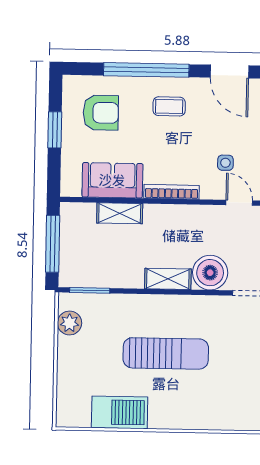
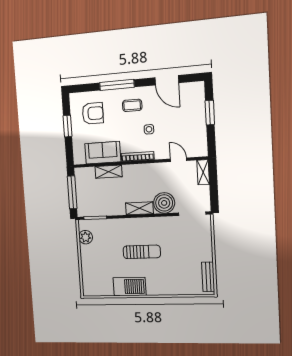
window: (146, 70) -> (117, 85), width x0.68
side table: (225, 163) -> (149, 129), moved
sun lounger: (166, 353) -> (142, 252), width x0.73, depth x0.75
barbecue: (120, 412) -> (130, 287), moved

